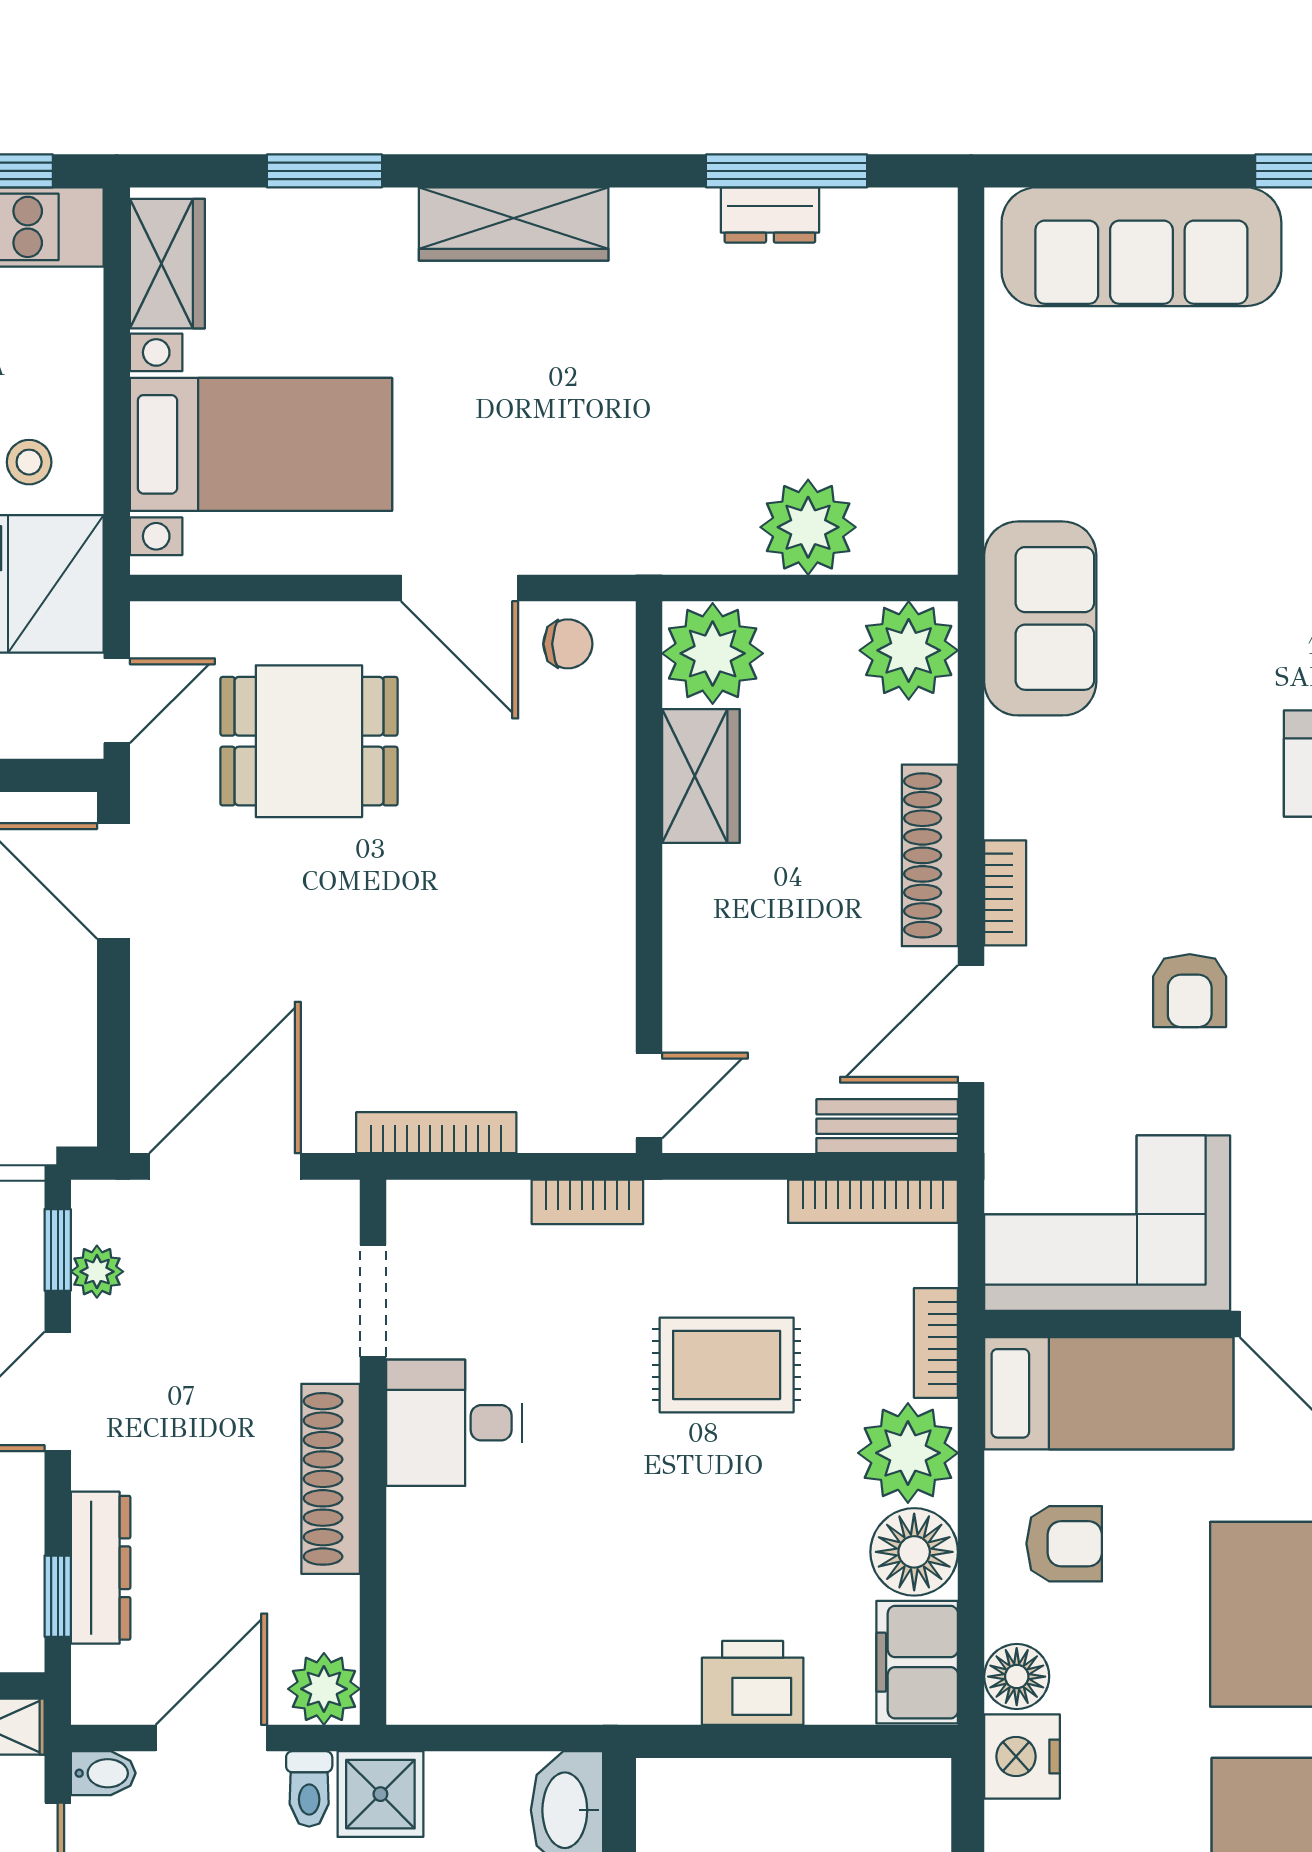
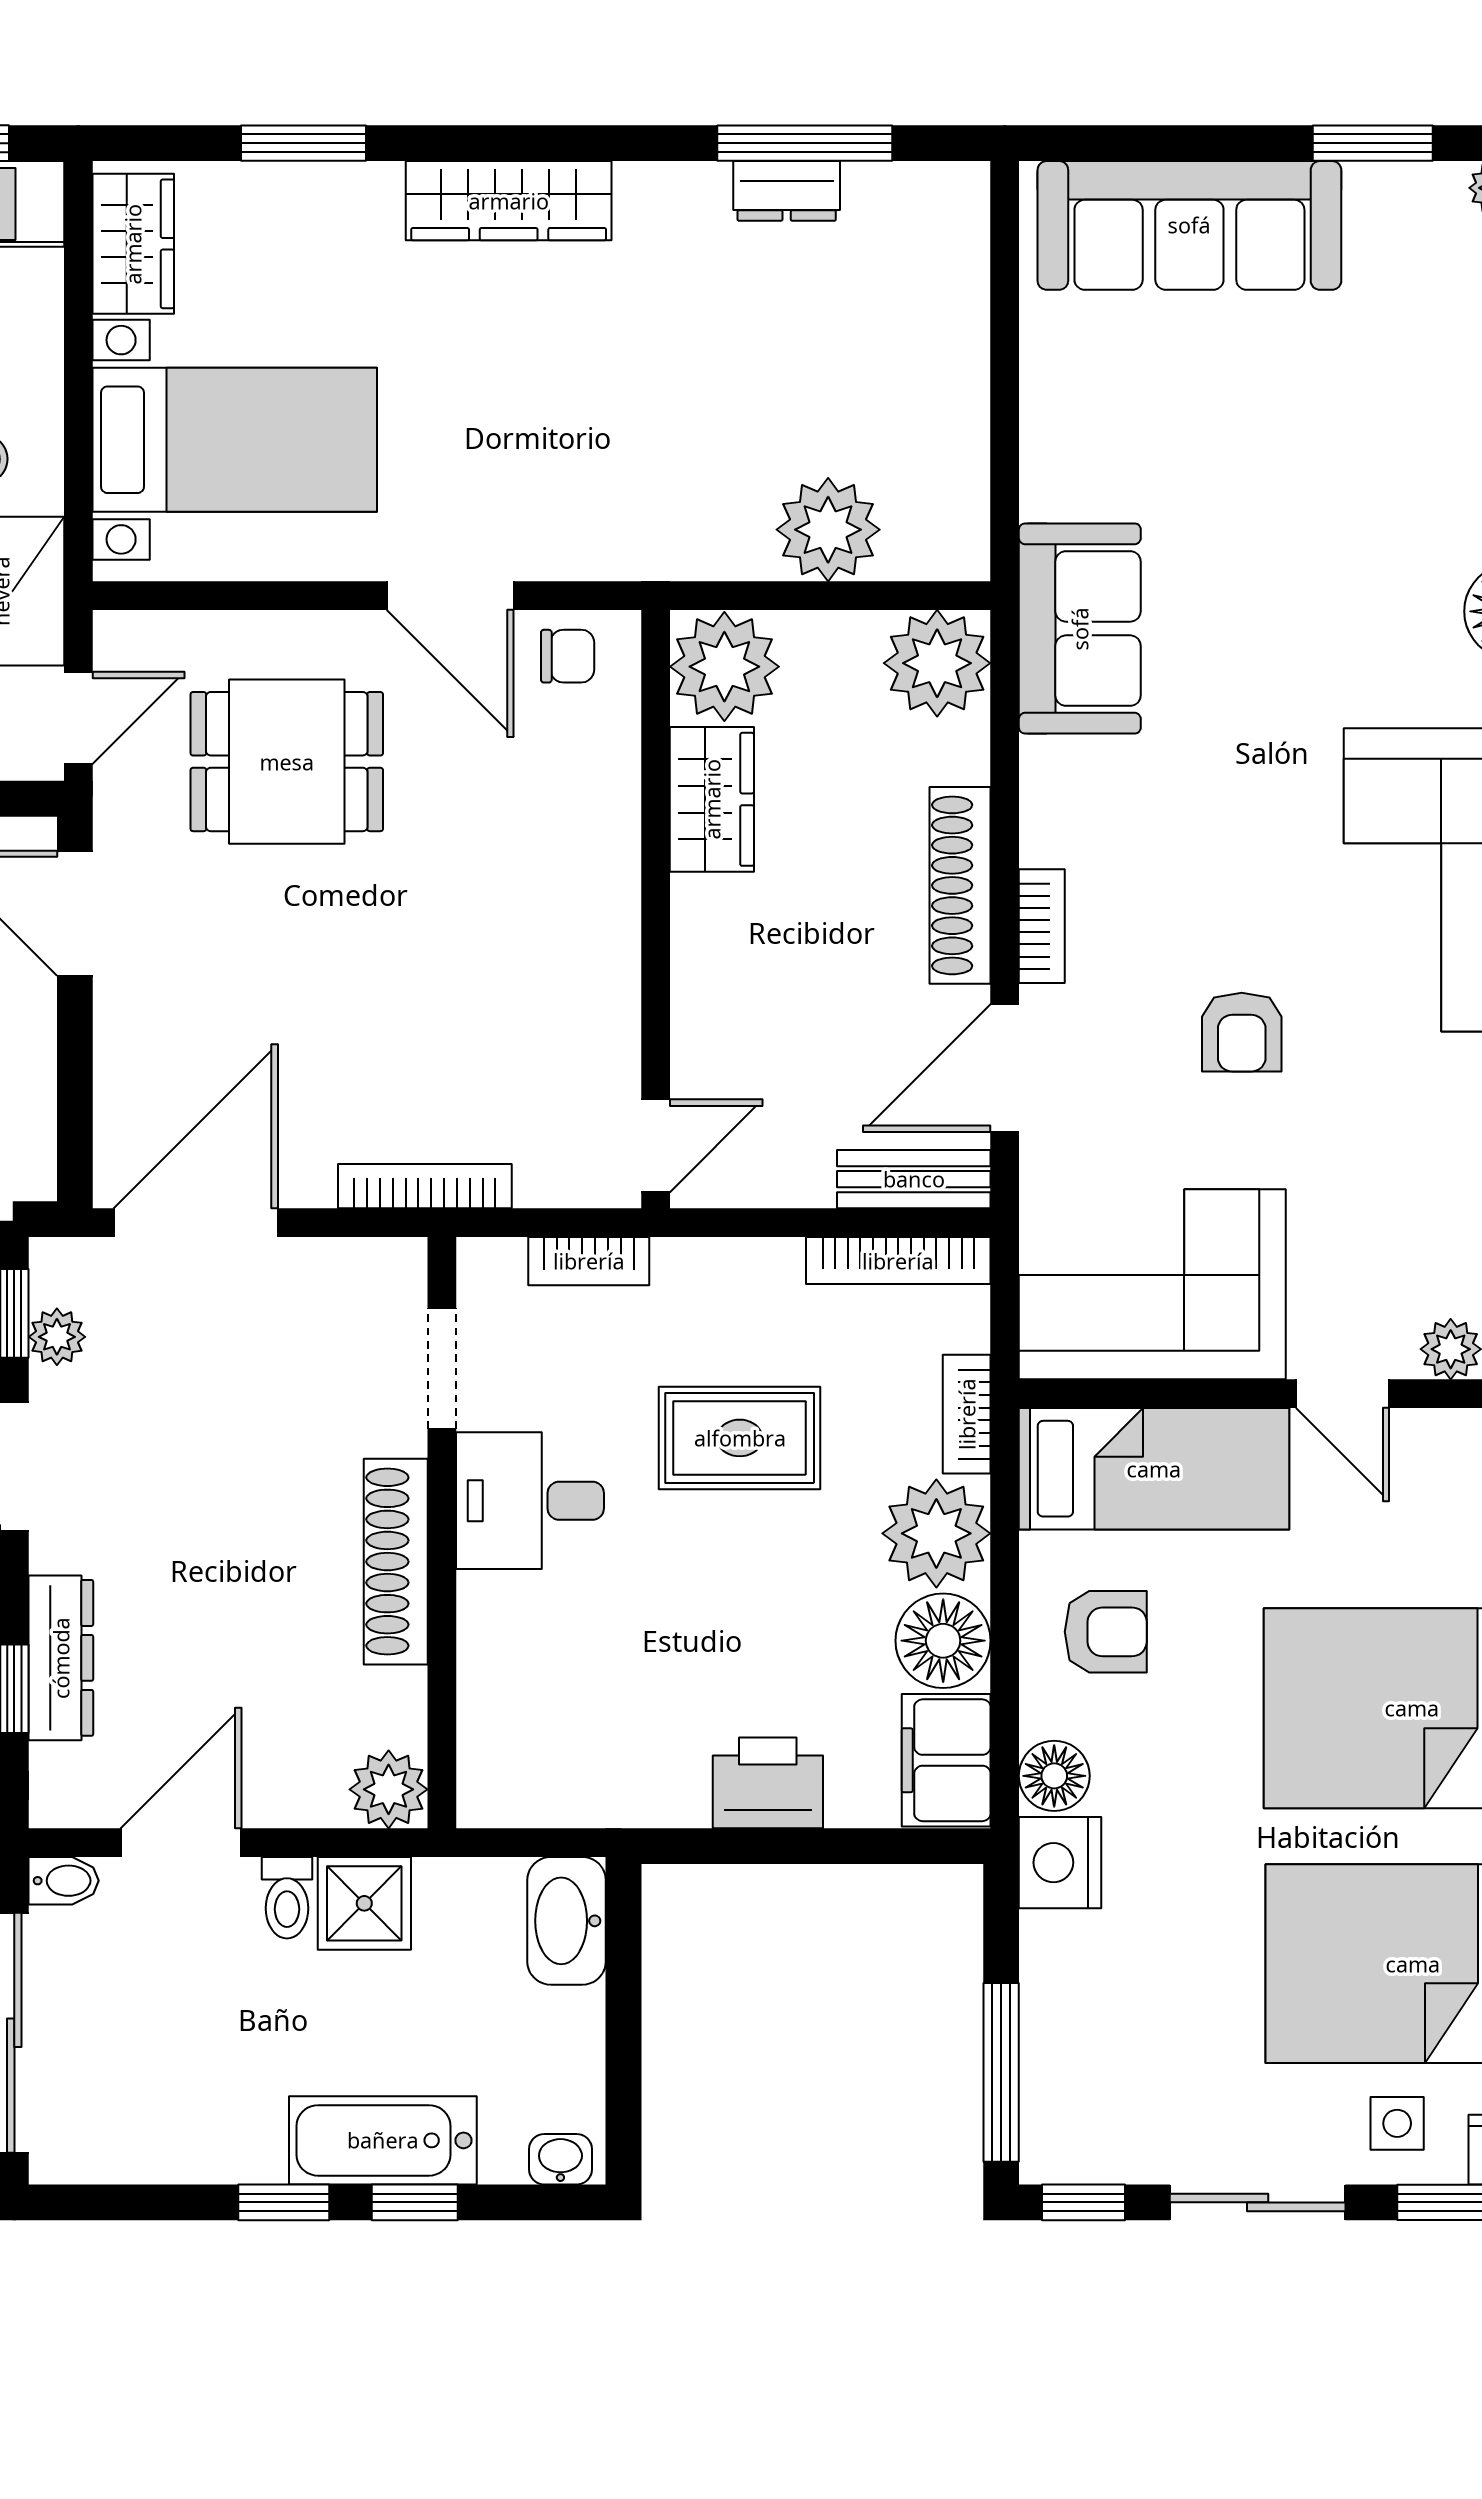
doorway: (373, 1301) -> (442, 1368), moved
desk: (454, 1423) -> (530, 1501), moved
wall: (373, 1452) -> (442, 1533), moved
shoe rack: (331, 1479) -> (396, 1562), moved
plant: (324, 1689) -> (389, 1789), moved

